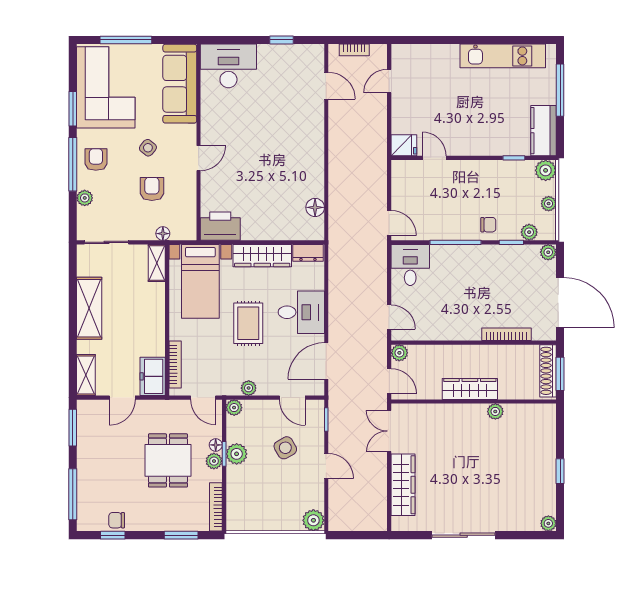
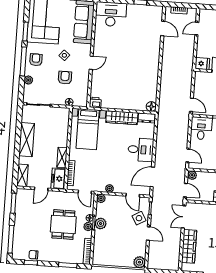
floor lamp: (315, 207) -> (151, 107), moved
printer: (220, 226) -> (95, 102), width x0.53, depth x0.68
shelving: (157, 263) -> (62, 158), moved
rug: (248, 323) -> (112, 154), removed
side table: (285, 448) -> (139, 218), moved

